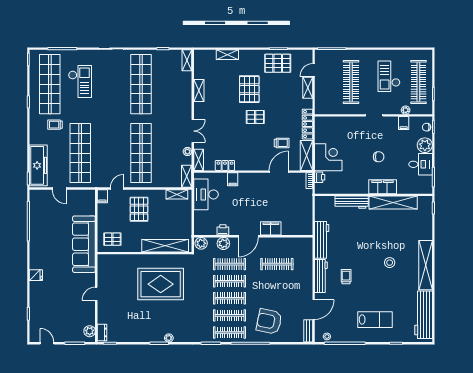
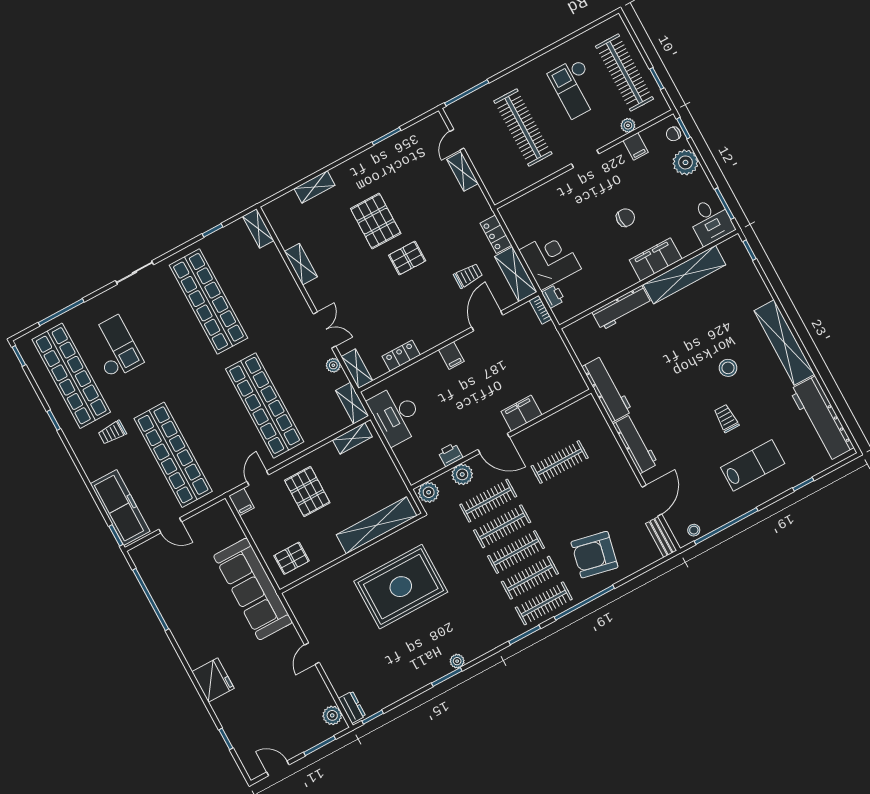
pallet: (278, 63) -> (397, 159), removed
locker: (307, 124) -> (496, 234), width x0.66
desk: (421, 164) -> (710, 221), moved, turned 90
filing cabinet: (233, 179) -> (451, 355), moved
door: (248, 236) -> (494, 443), hinge flipped
fridge: (36, 275) -> (213, 680), width x1.88, depth x1.34
trolley: (346, 277) -> (726, 418), moved

